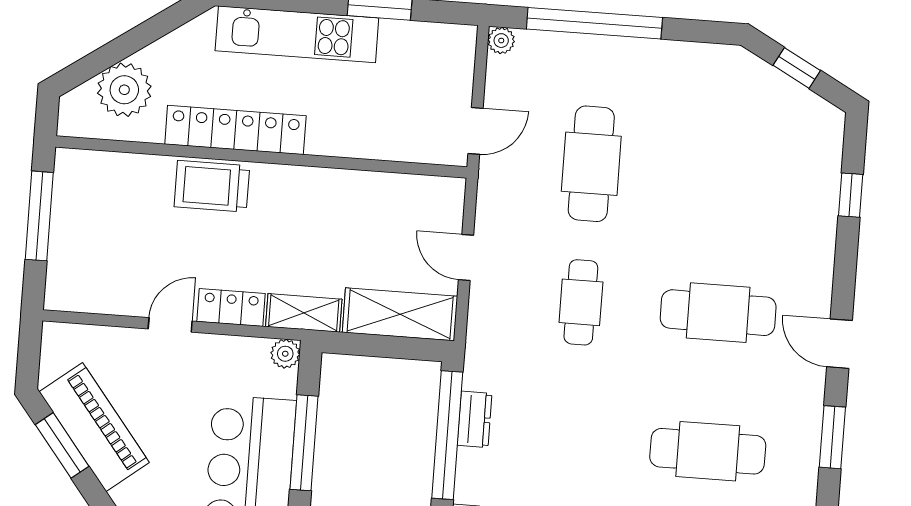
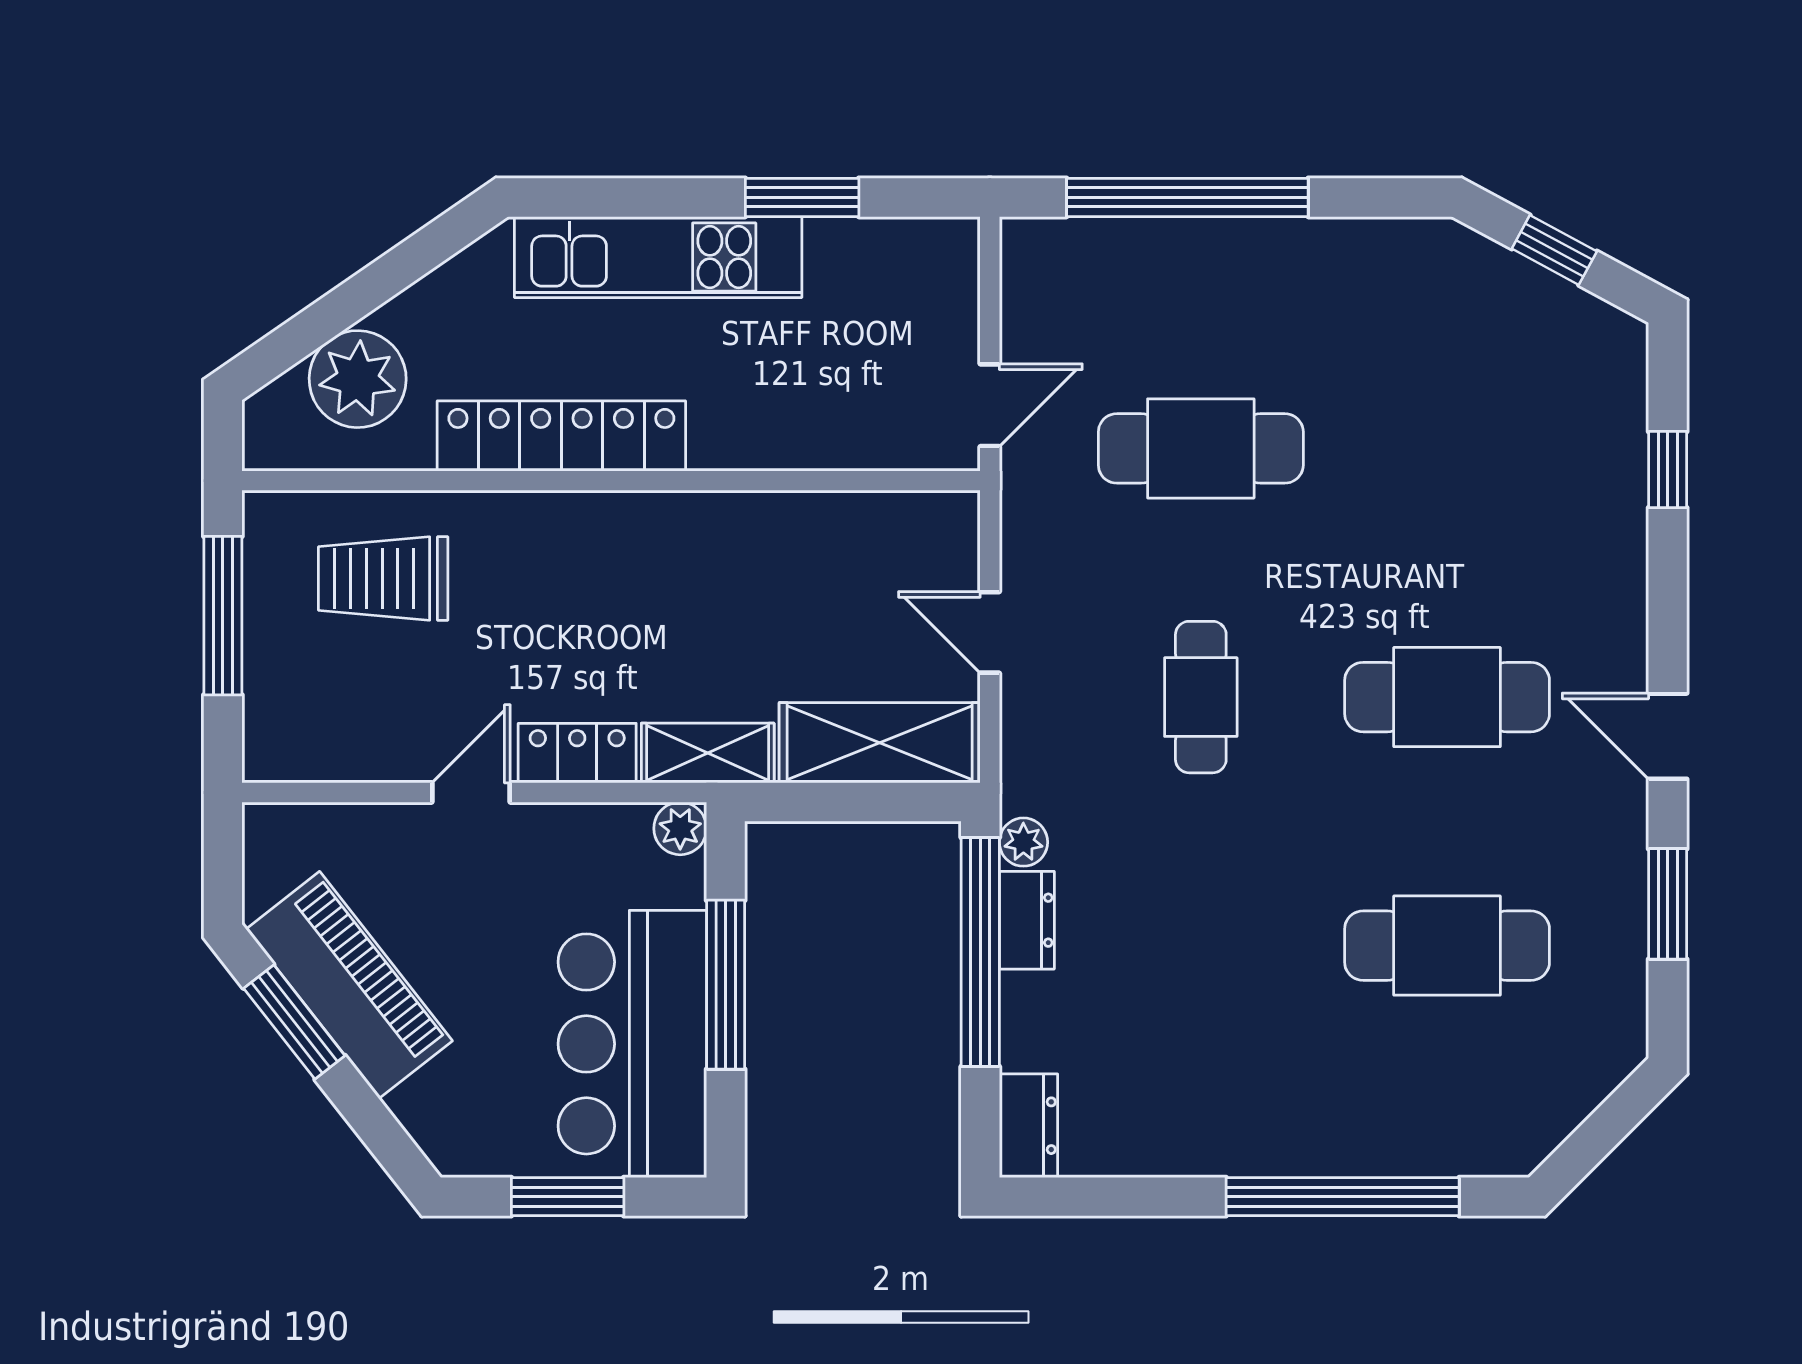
plant: (501, 41) -> (1023, 842), moved
cafe table: (591, 164) -> (1201, 448), turned 90
trolley: (212, 186) -> (383, 579), moved

